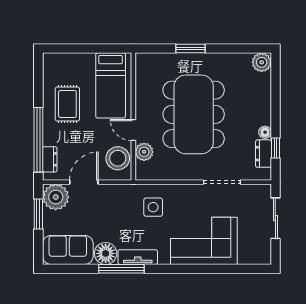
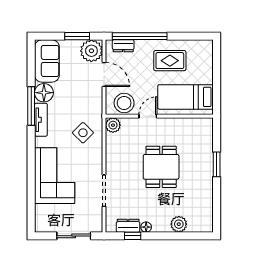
plant: (262, 62) -> (179, 224), moved
dining table: (194, 114) -> (161, 167), width x0.53, depth x0.80
plant: (144, 152) -> (113, 125), moved
side table: (153, 207) -> (83, 133), turned 45

